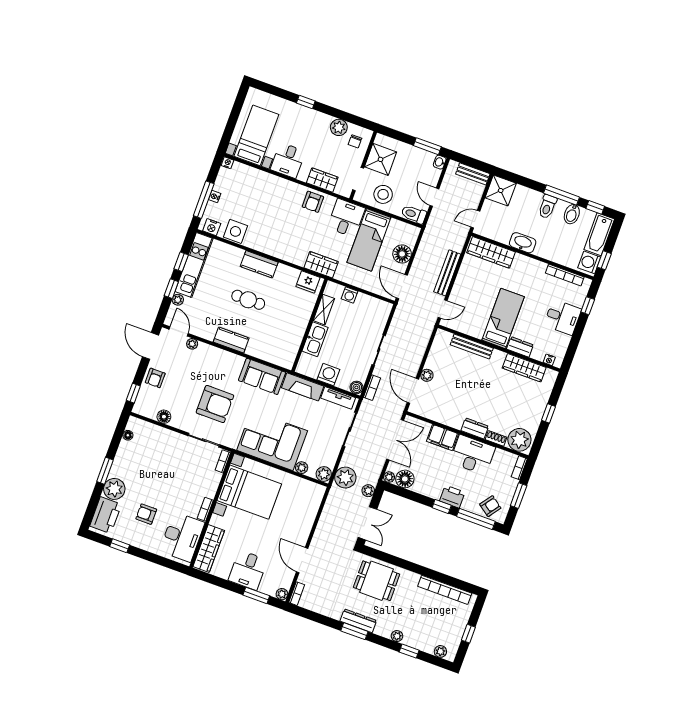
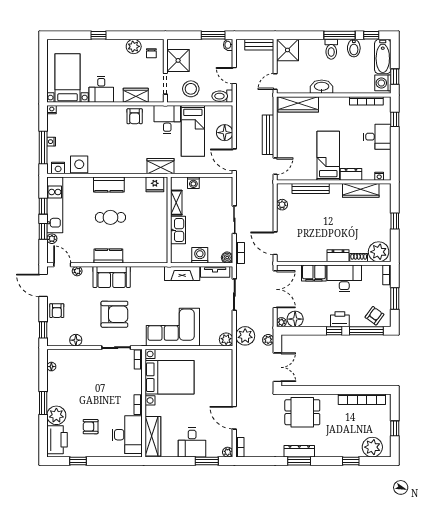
plant: (427, 375) -> (282, 205), moved
sofa: (262, 376) -> (112, 277), moved
plant: (302, 468) -> (206, 341), removed
plant: (397, 636) -> (336, 452), removed
plant: (440, 651) -> (372, 447), width x1.88, depth x1.88

